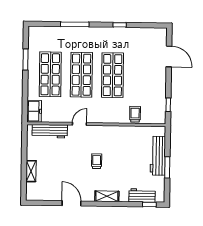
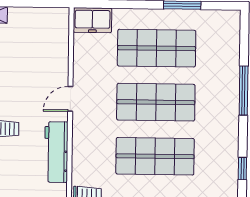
door: (79, 124) -> (70, 99), swing flipped
workbench: (50, 131) -> (56, 152), moved

